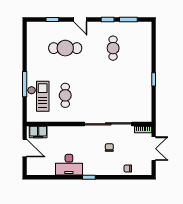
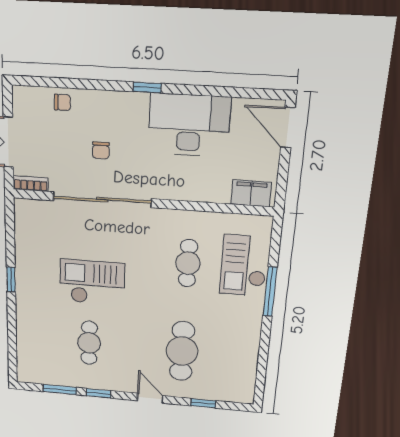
cafe table: (65, 48) -> (182, 351), turned 90
checkout: (112, 81) -> (92, 282), added
door: (25, 148) -> (288, 128), moved
desk: (69, 165) -> (189, 125), width x1.36, depth x1.30

